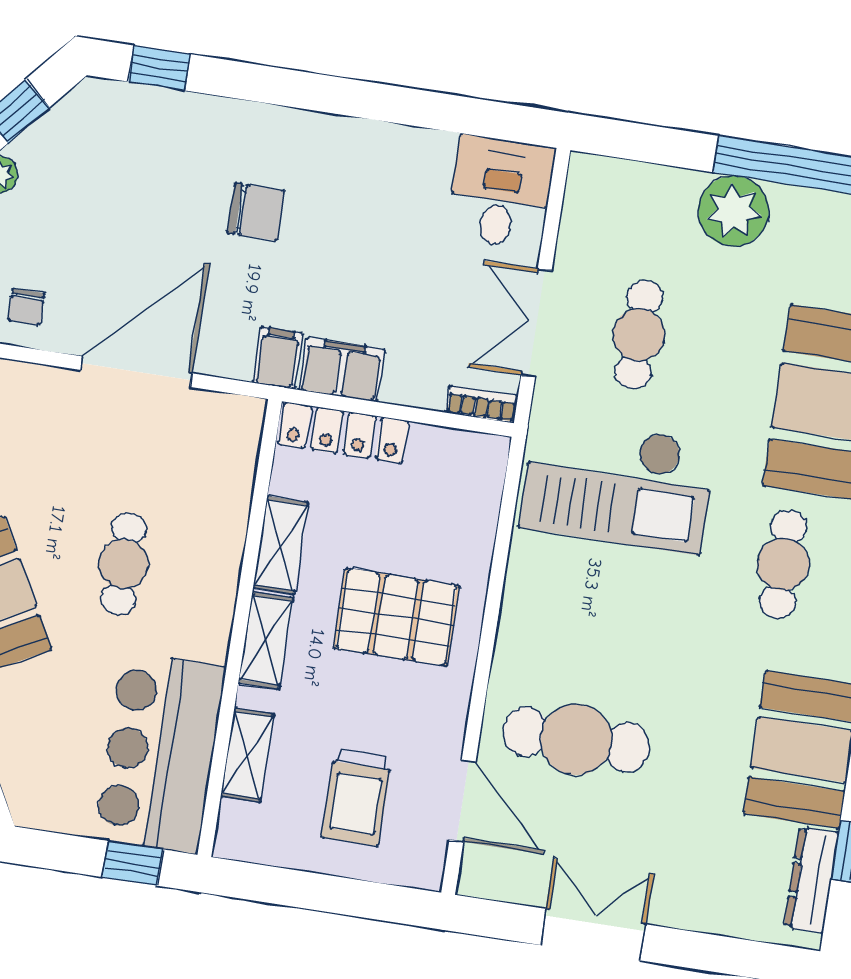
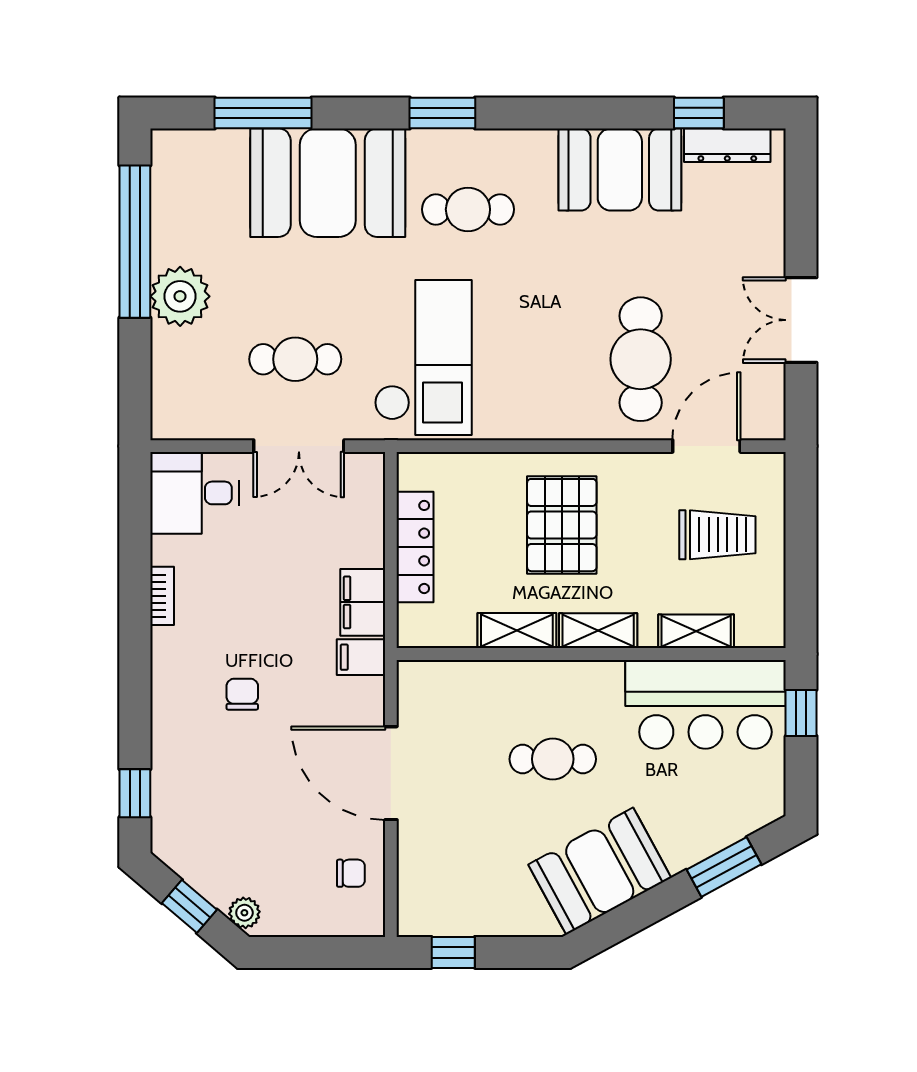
chair: (256, 212) -> (242, 694), width x0.73, depth x0.73
bookcase: (482, 404) -> (162, 596), moved, turned 180
locker: (343, 433) -> (415, 547), moved

